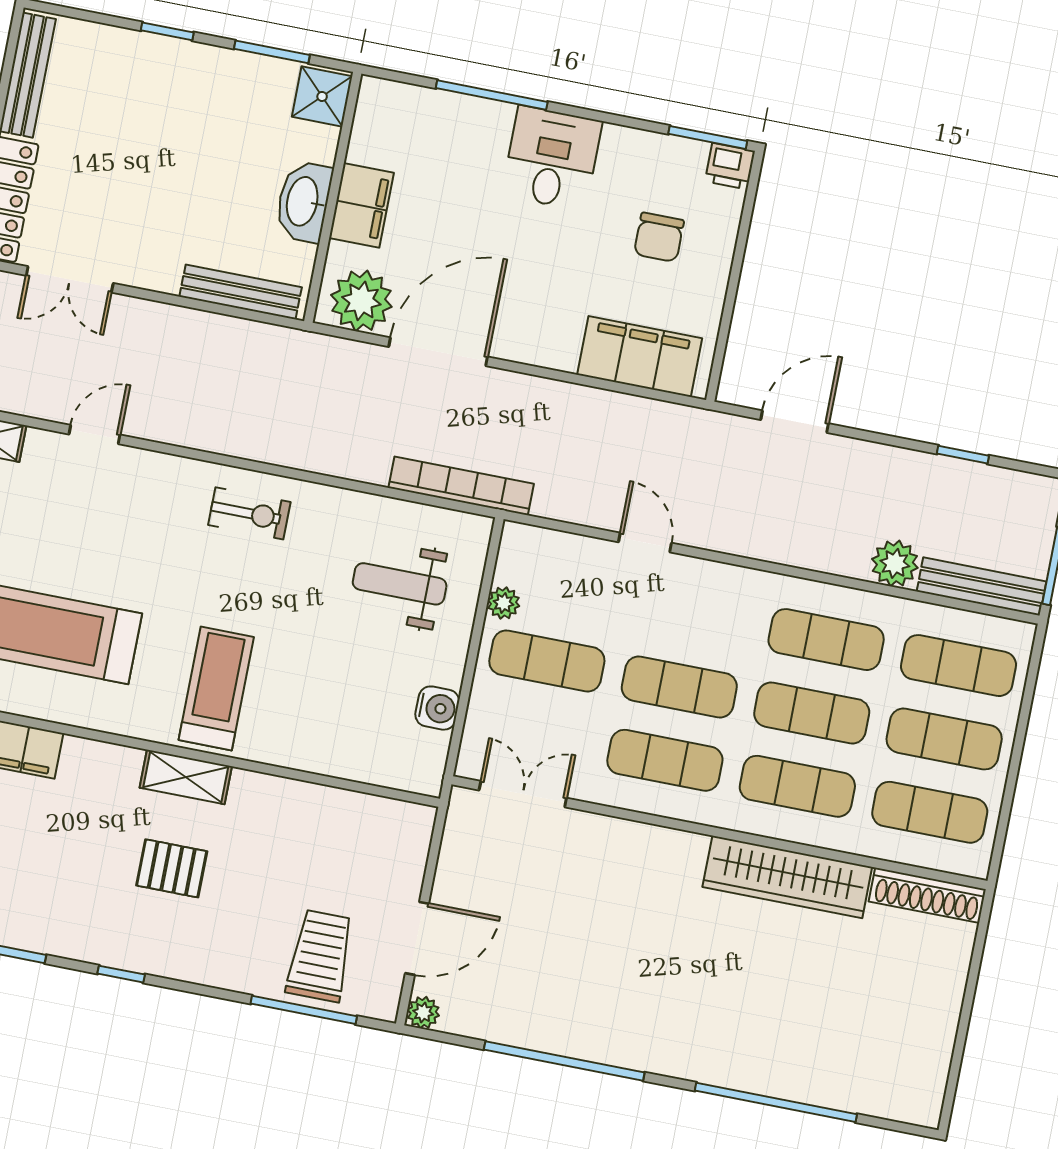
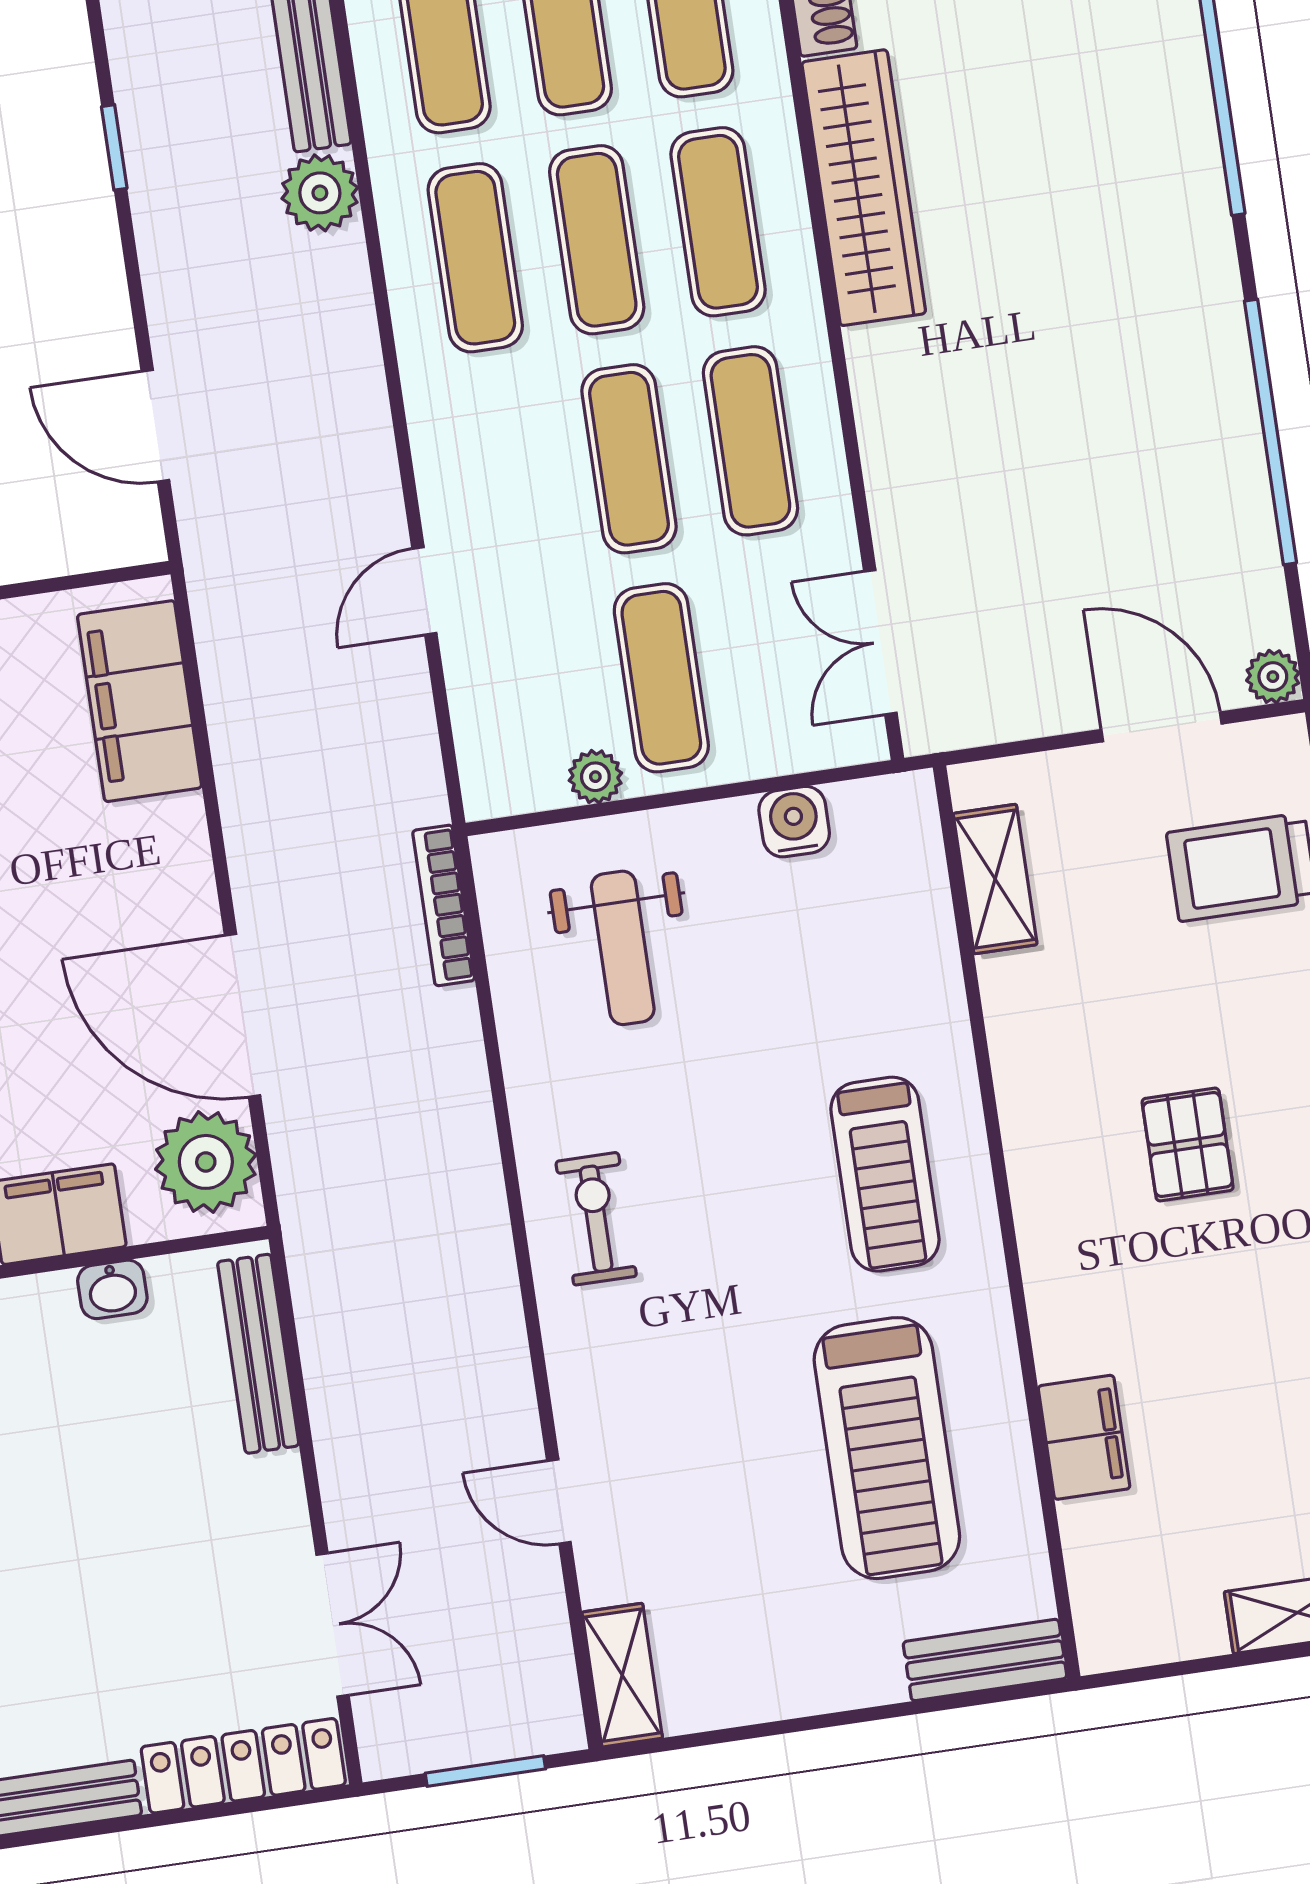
washbasin: (304, 202) -> (112, 1289), width x0.52, depth x0.69
bookcase: (461, 486) -> (444, 905), width x0.68, depth x0.76
treadmill: (216, 688) -> (885, 1174), turned -90
shelving: (186, 777) -> (995, 879), moved

